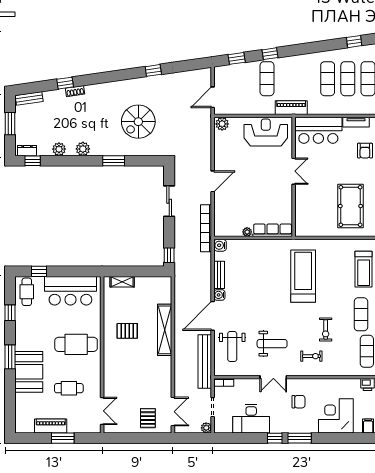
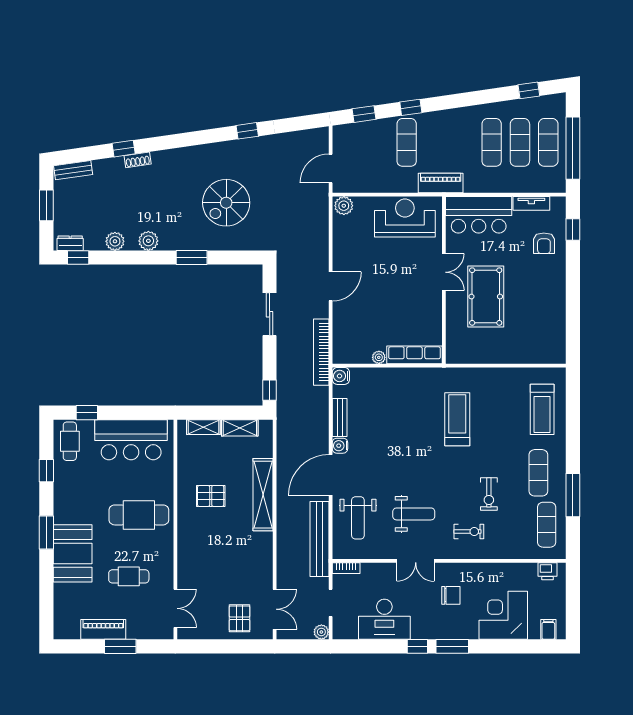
pool table: (350, 206) -> (486, 297), moved
treadmill: (303, 276) -> (457, 419), width x0.73, depth x0.73
shelving: (148, 282) -> (240, 428), added

